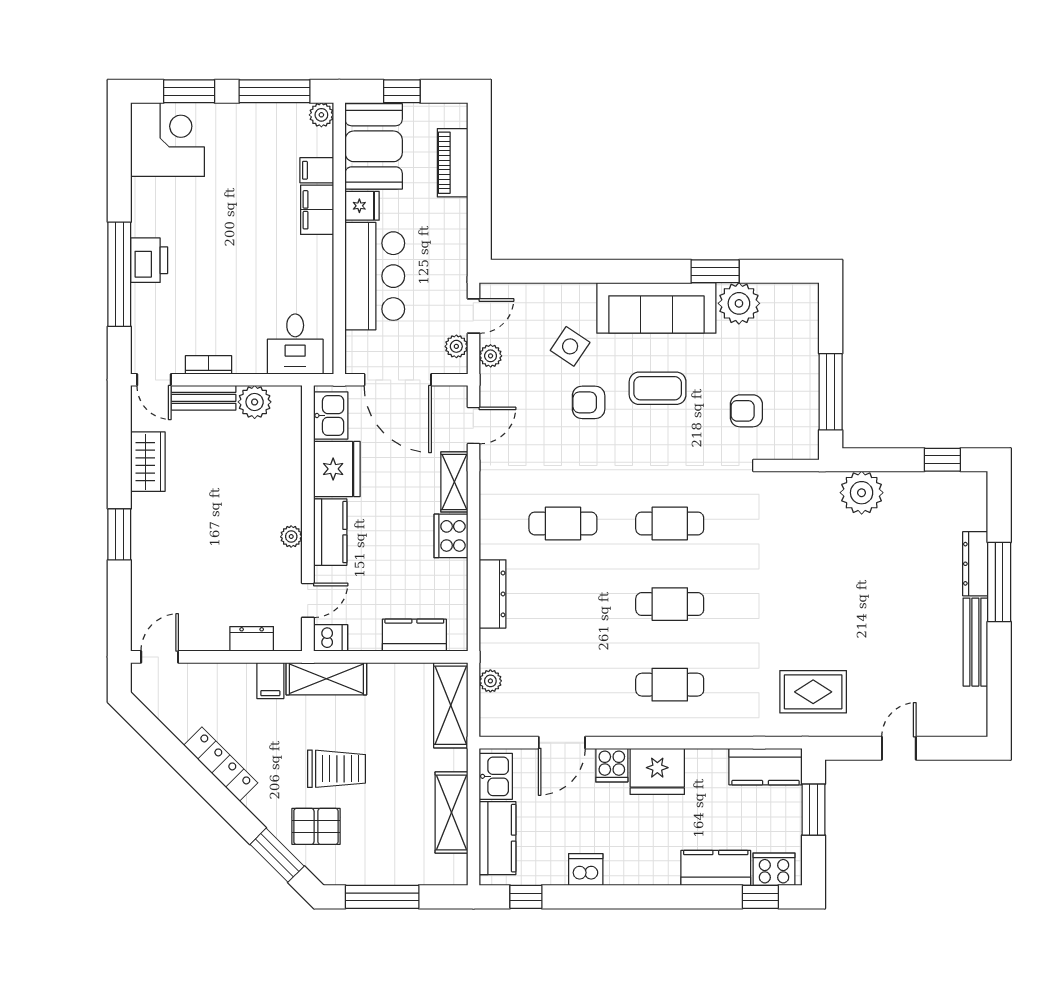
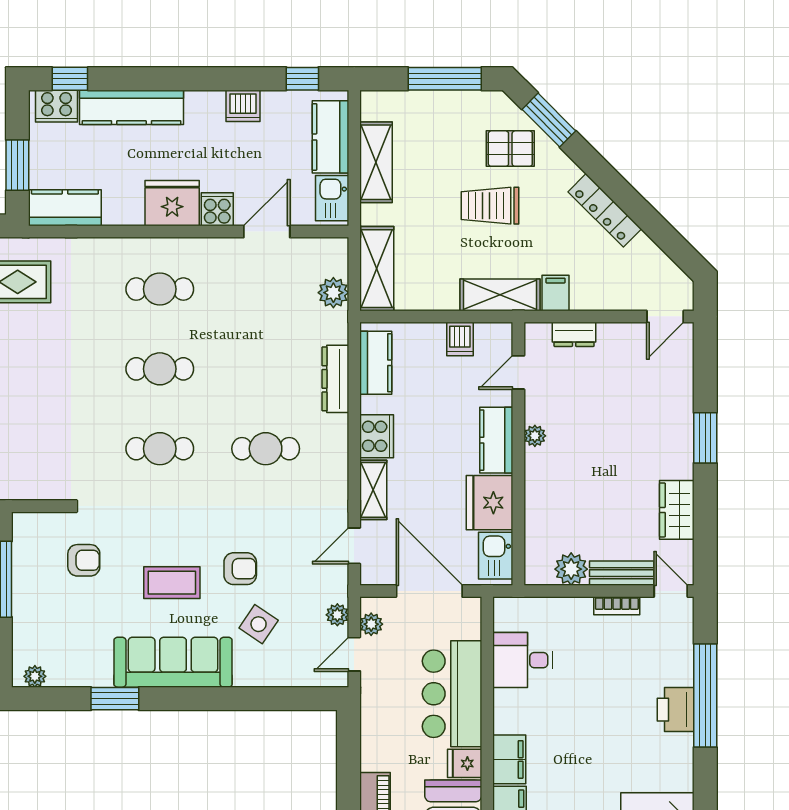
plant: (739, 303) -> (35, 676), moved, width x0.53, depth x0.53
desk: (295, 344) -> (523, 660), moved, turned -90
kitchen counter: (414, 635) -> (376, 363), moved, turned -90
dishwasher: (331, 638) -> (460, 339), moved, turned -90
plant: (490, 681) -> (333, 293), width x1.38, depth x1.38
kitchen counter: (716, 868) -> (131, 107), width x1.50

